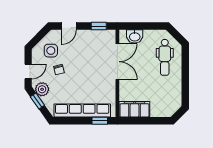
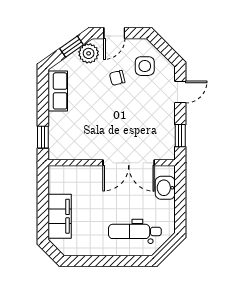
door: (69, 26) -> (180, 92), swing flipped
door: (28, 72) -> (114, 33), hinge flipped
filing cabinet: (134, 109) -> (60, 216), moved
row of seats: (82, 111) -> (58, 91), width x0.50

